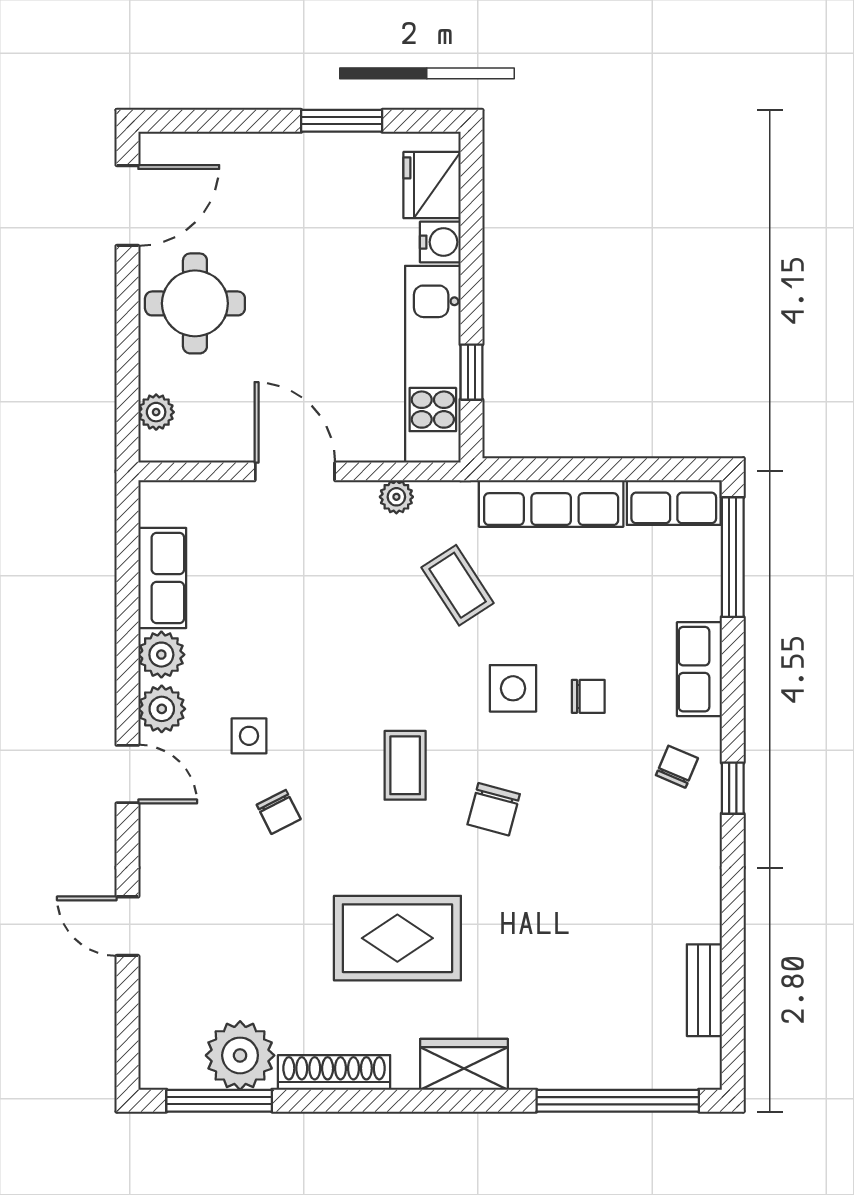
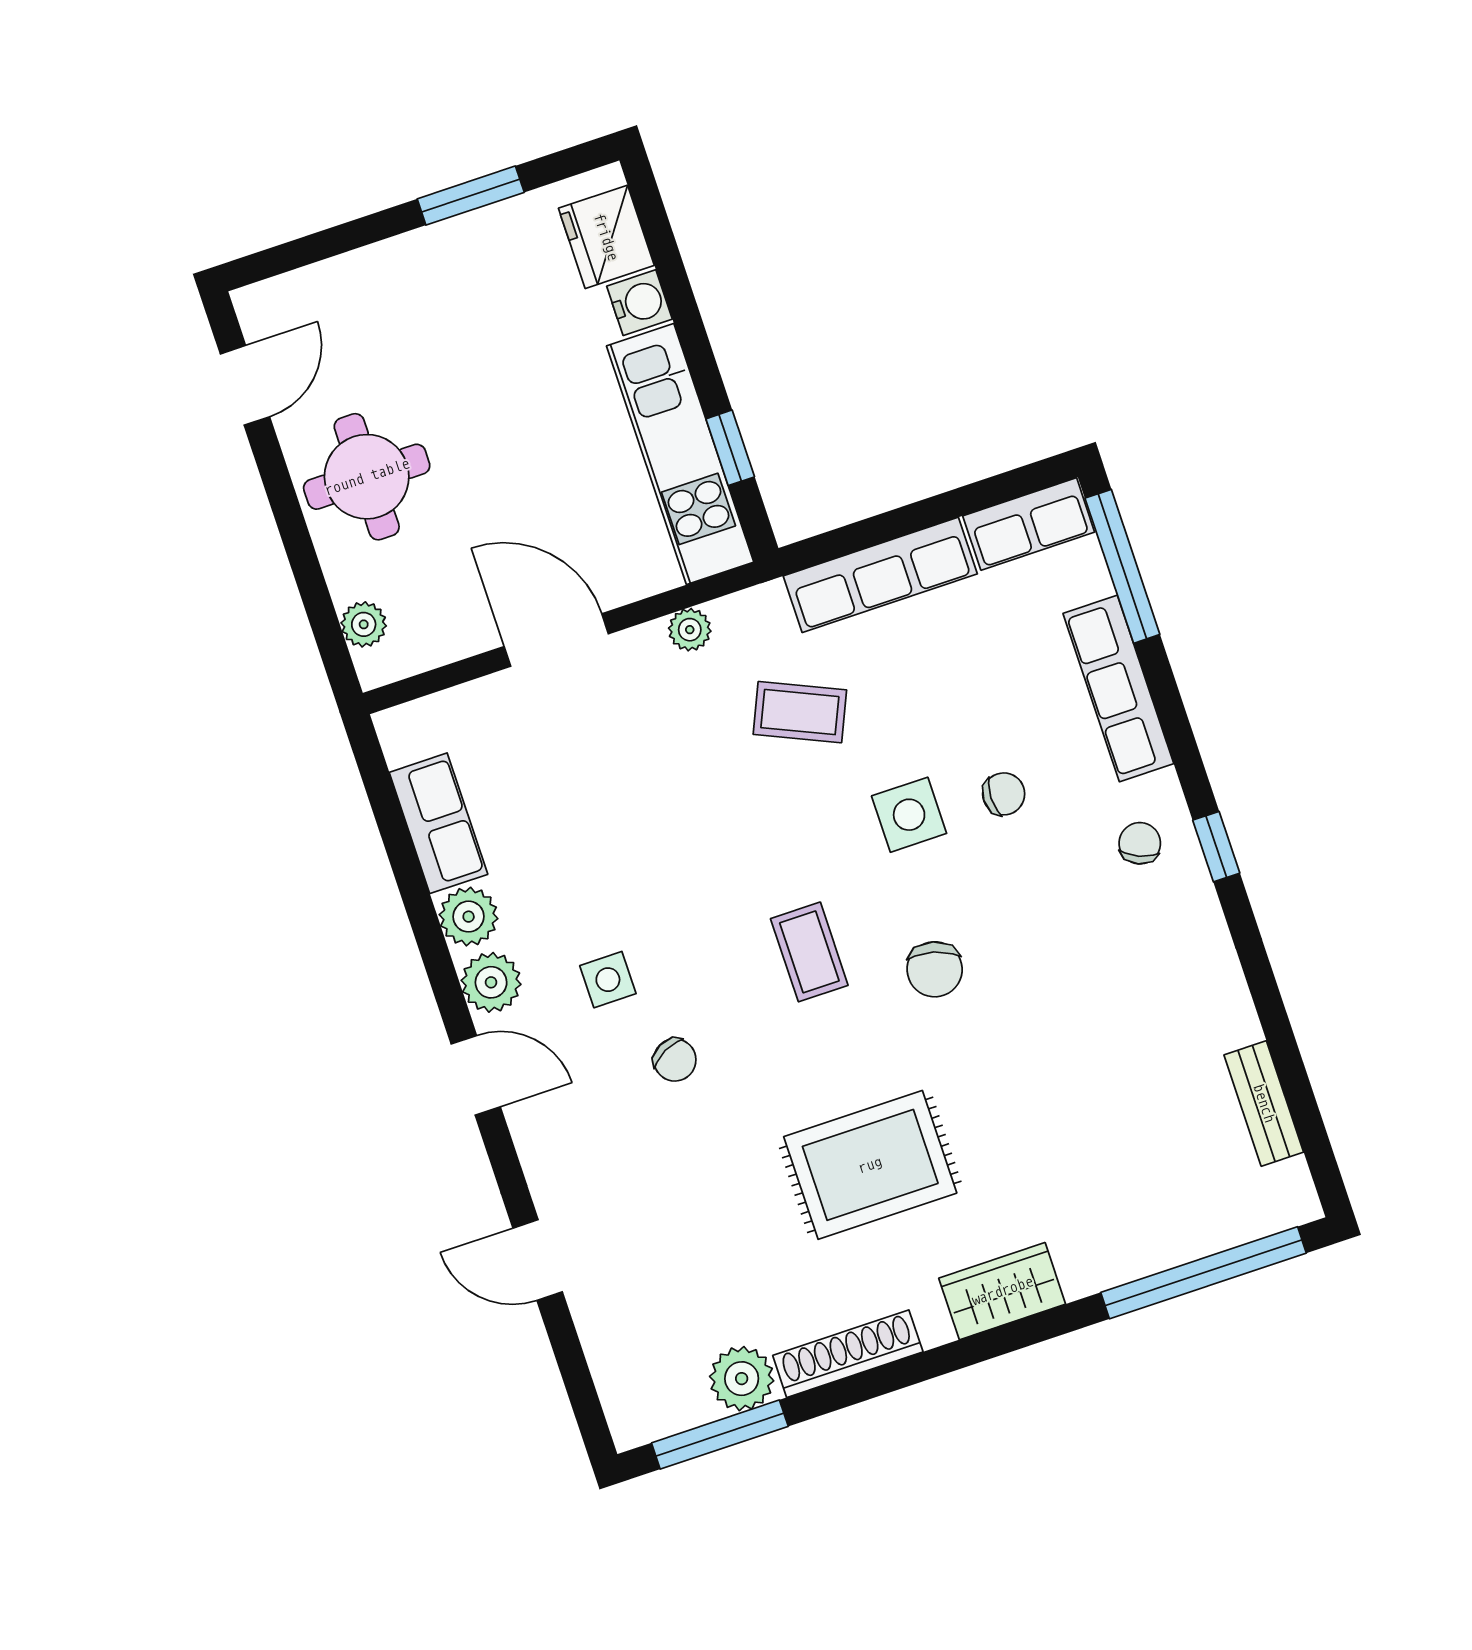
door: (127, 205) -> (245, 385), width x0.73
coffee table: (458, 585) -> (800, 712), turned -33
row of seats: (699, 669) -> (1118, 689), width x1.48
plant: (240, 1055) -> (742, 1379), width x0.73, depth x0.73

